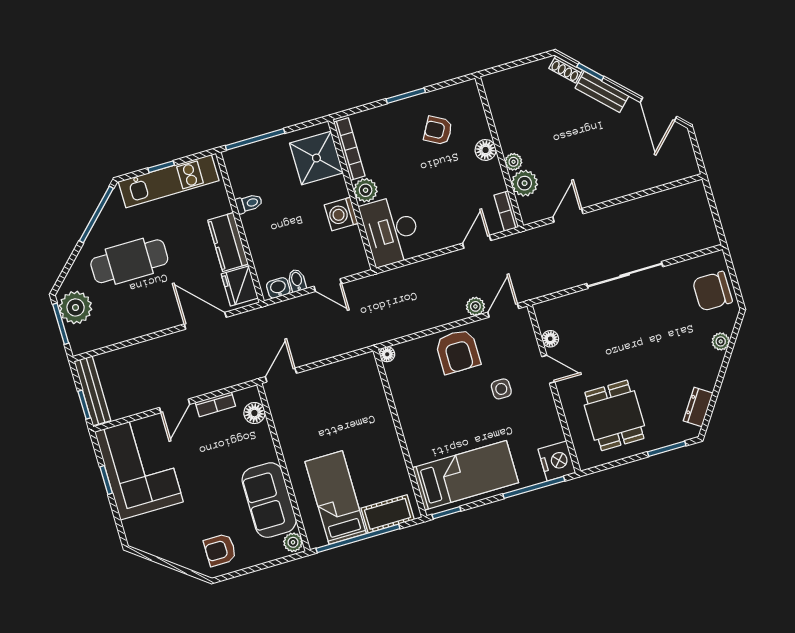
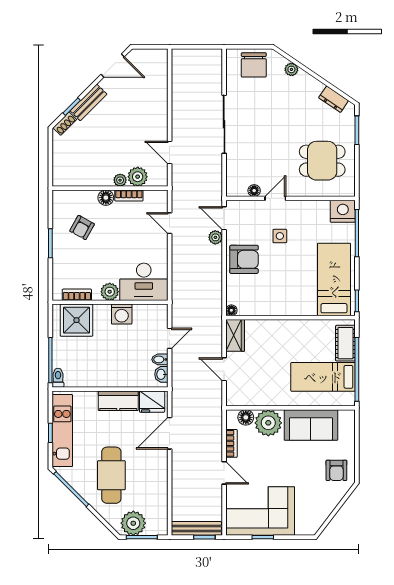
bookcase: (349, 149) -> (77, 295), width x0.64
toilet: (249, 203) -> (58, 378), moved
bookcase: (506, 211) -> (129, 196), moved
wardrobe: (356, 368) -> (235, 335), added
door: (281, 375) -> (224, 369), moved
plant: (293, 542) -> (268, 423), moved, width x1.88, depth x1.88

